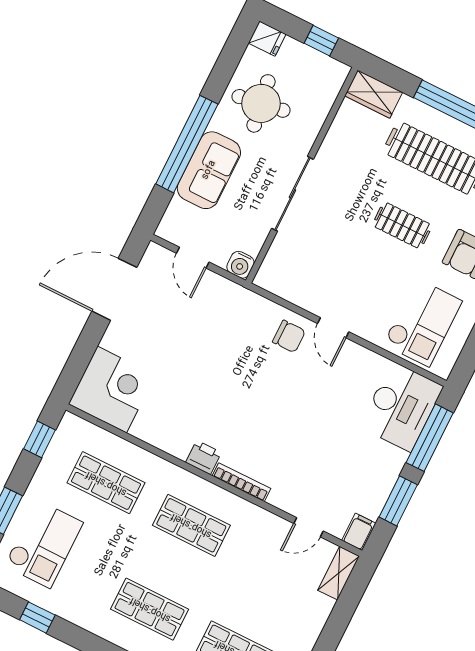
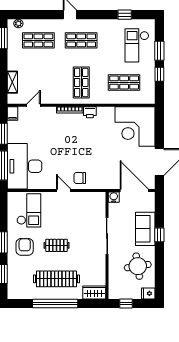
window: (187, 144) -> (159, 235), width x0.32
door: (193, 258) -> (134, 190), width x1.88
checkout: (423, 323) -> (29, 210), turned 180
corner desk: (112, 390) -> (135, 126), width x1.36, depth x1.36
desk: (401, 407) -> (24, 166), width x1.36, depth x1.30
window: (40, 439) -> (159, 74), moved
shop shelf: (191, 525) -> (81, 82), turned 90
shelving: (339, 573) -> (12, 82), moved

